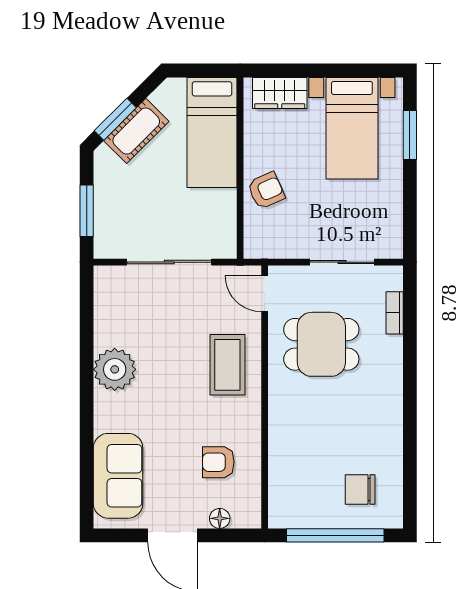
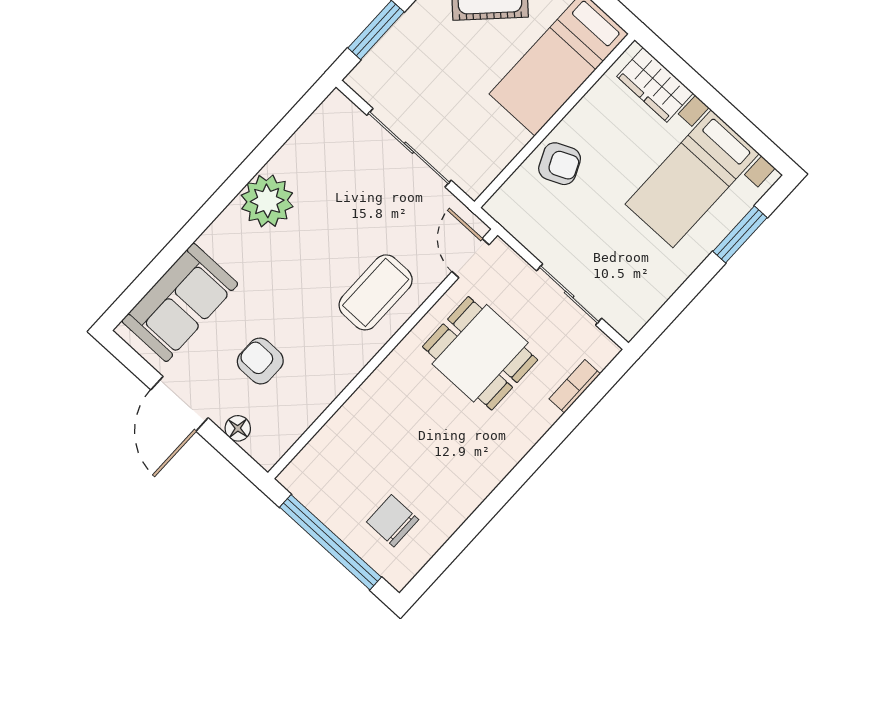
armchair: (218, 462) -> (260, 361), moved

